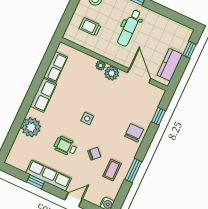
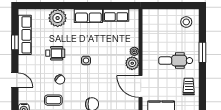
trolley: (90, 27) -> (189, 87), moved
door: (139, 76) -> (141, 87), swing flipped
wheelchair: (65, 146) -> (55, 53), turned 90
row of seats: (49, 176) -> (25, 35), moved

